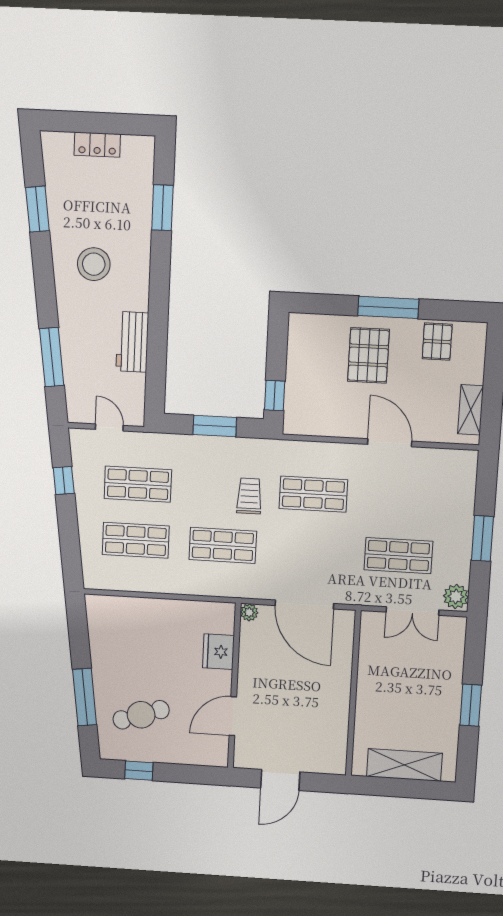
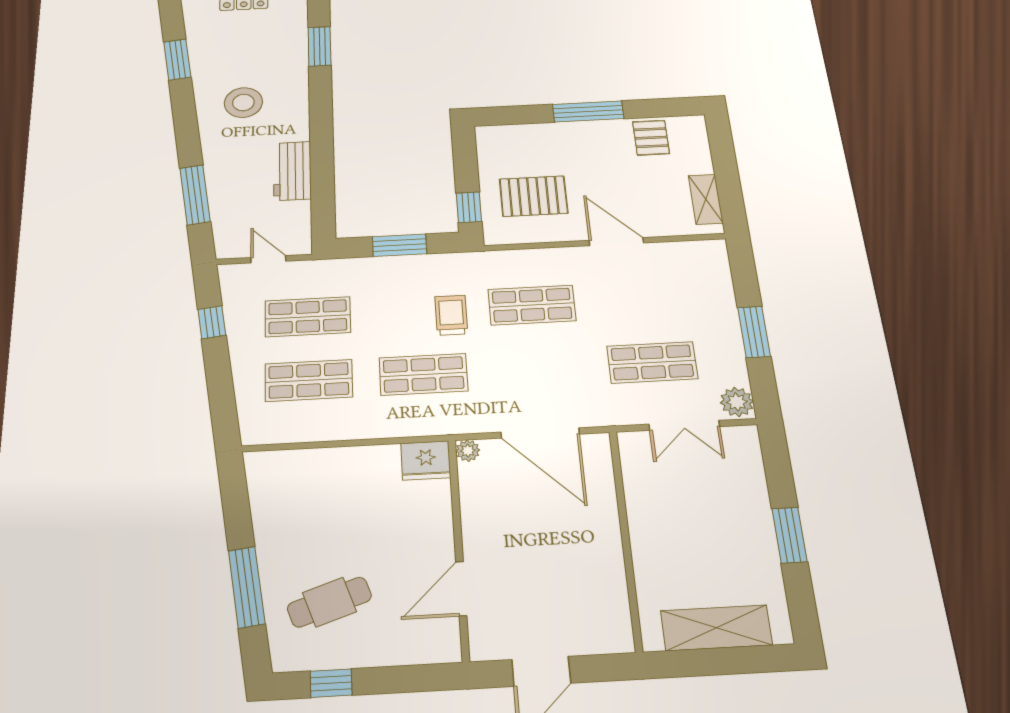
pallet: (368, 355) -> (534, 196), moved, turned 90
fridge: (218, 652) -> (426, 460), moved, turned -90

